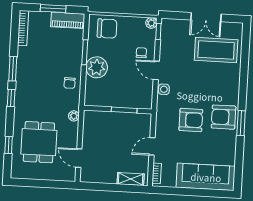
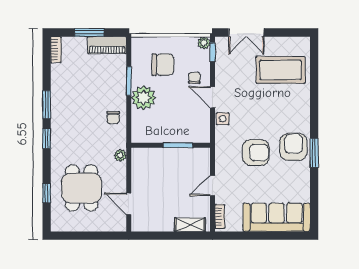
double door: (206, 17) -> (246, 32), moved
bookcase: (23, 28) -> (56, 50), width x0.64
chair: (107, 29) -> (163, 65), moved
armchair: (224, 117) -> (293, 147), turned 90

